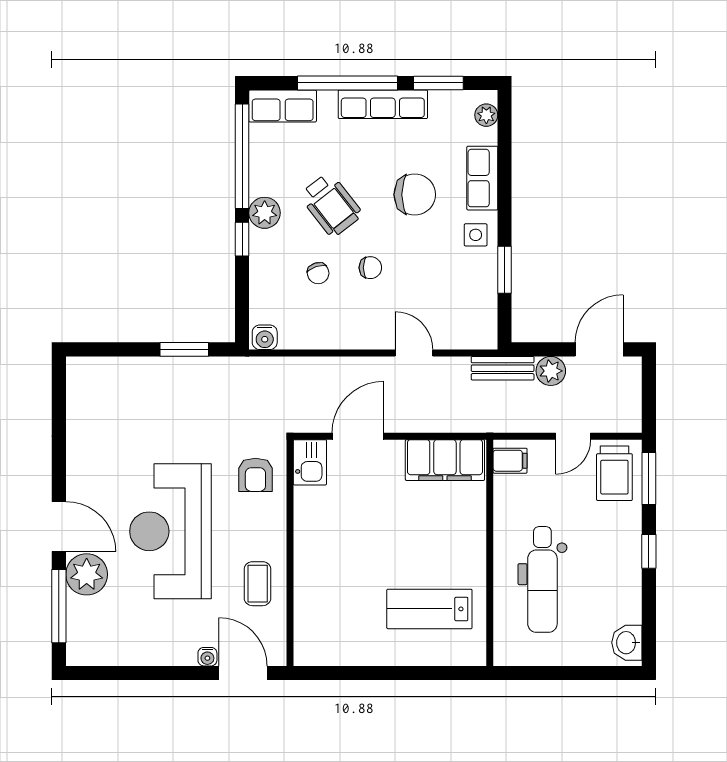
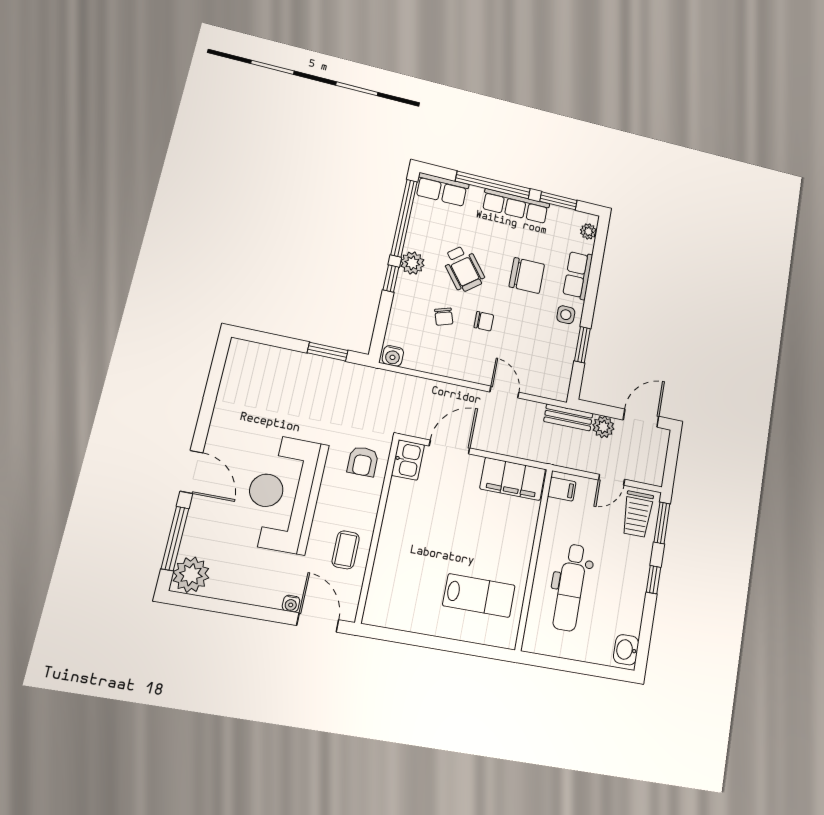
plant: (87, 574) -> (191, 575), moved
lab bench: (429, 609) -> (479, 595), turned 180

